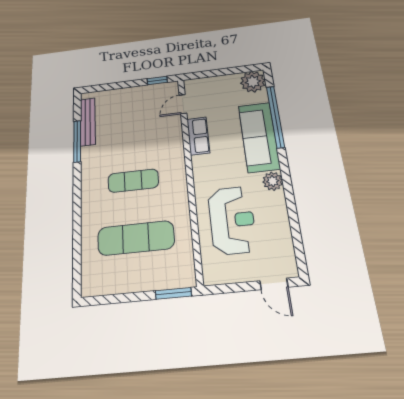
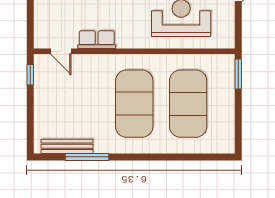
exercise mat: (133, 181) -> (134, 104), width x2.00, depth x1.45
exercise mat: (136, 238) -> (188, 104), width x1.47

